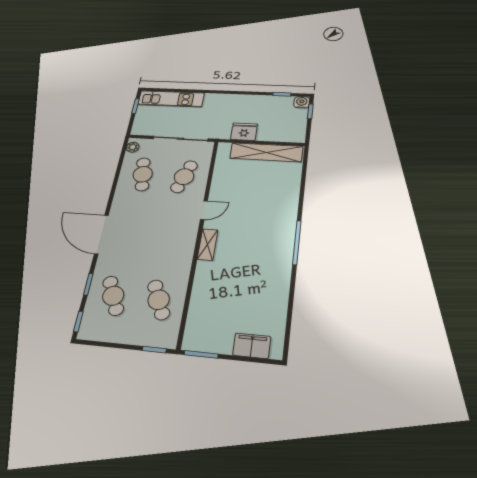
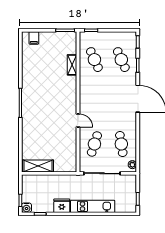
kitchen unit: (171, 99) -> (93, 206), moved
fridge: (244, 132) -> (62, 206), moved, turned 180
shelving: (266, 152) -> (38, 166), width x0.68
door: (204, 210) -> (78, 121), swing flipped
shelving: (208, 245) -> (72, 65), moved
filing cabinet: (252, 346) -> (34, 38), width x0.50

